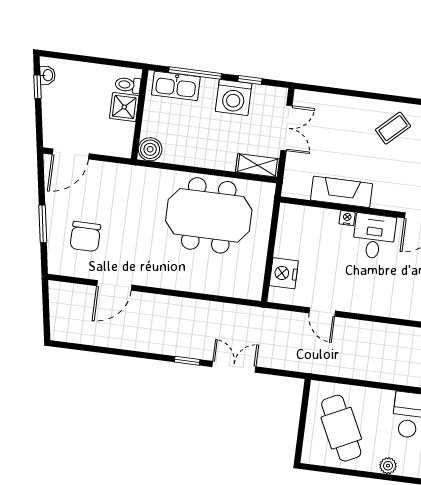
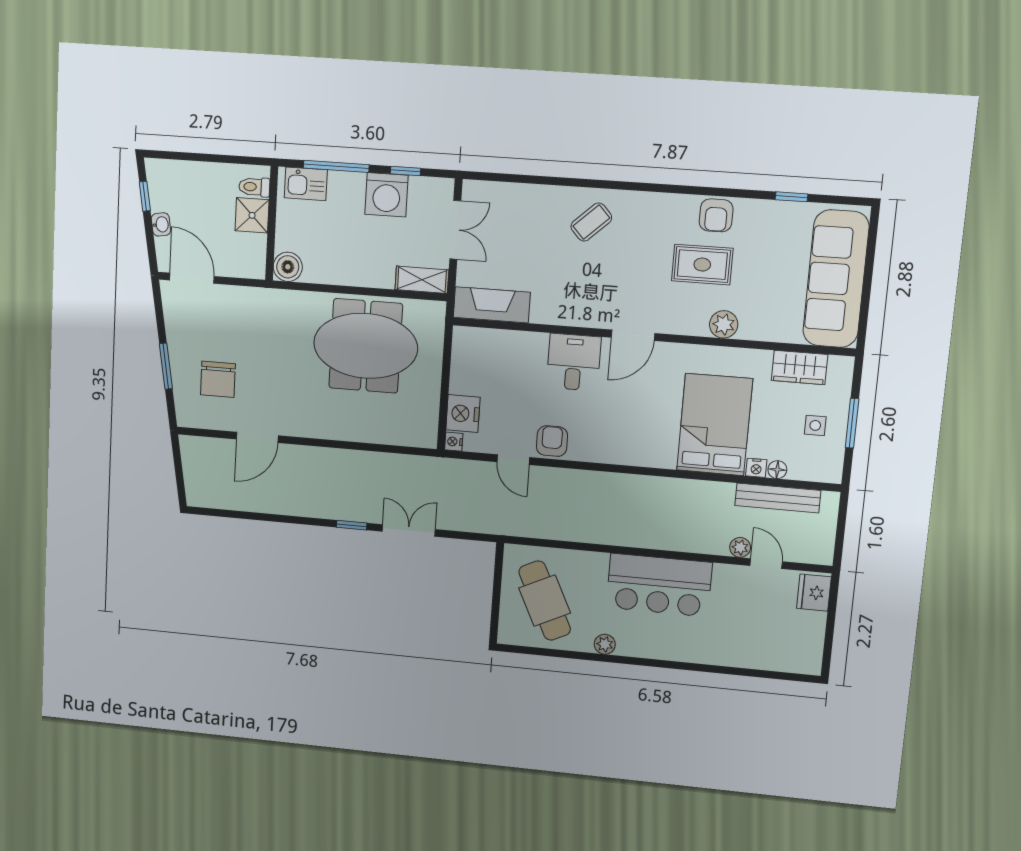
washbasin: (47, 75) -> (161, 224), moved
kitchen sink: (176, 86) -> (306, 184), width x0.73
door: (71, 154) -> (192, 278), swing flipped
fireplace: (342, 192) -> (492, 305), moved
nightstand: (347, 218) -> (454, 442), moved, turned -90
armchair: (354, 298) -> (552, 441), added

